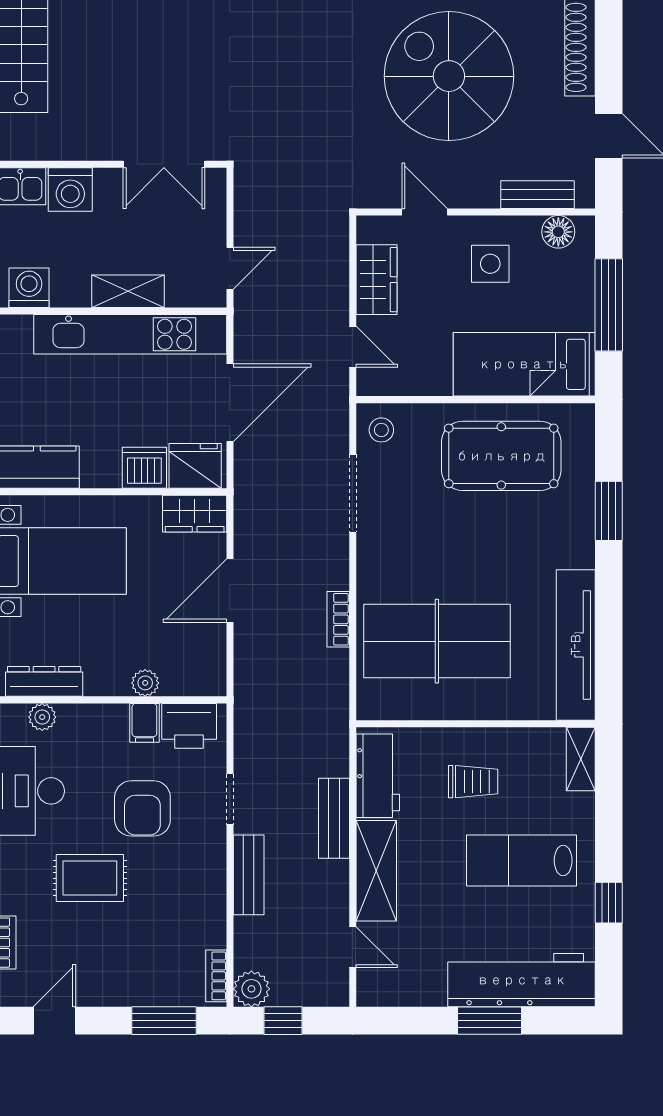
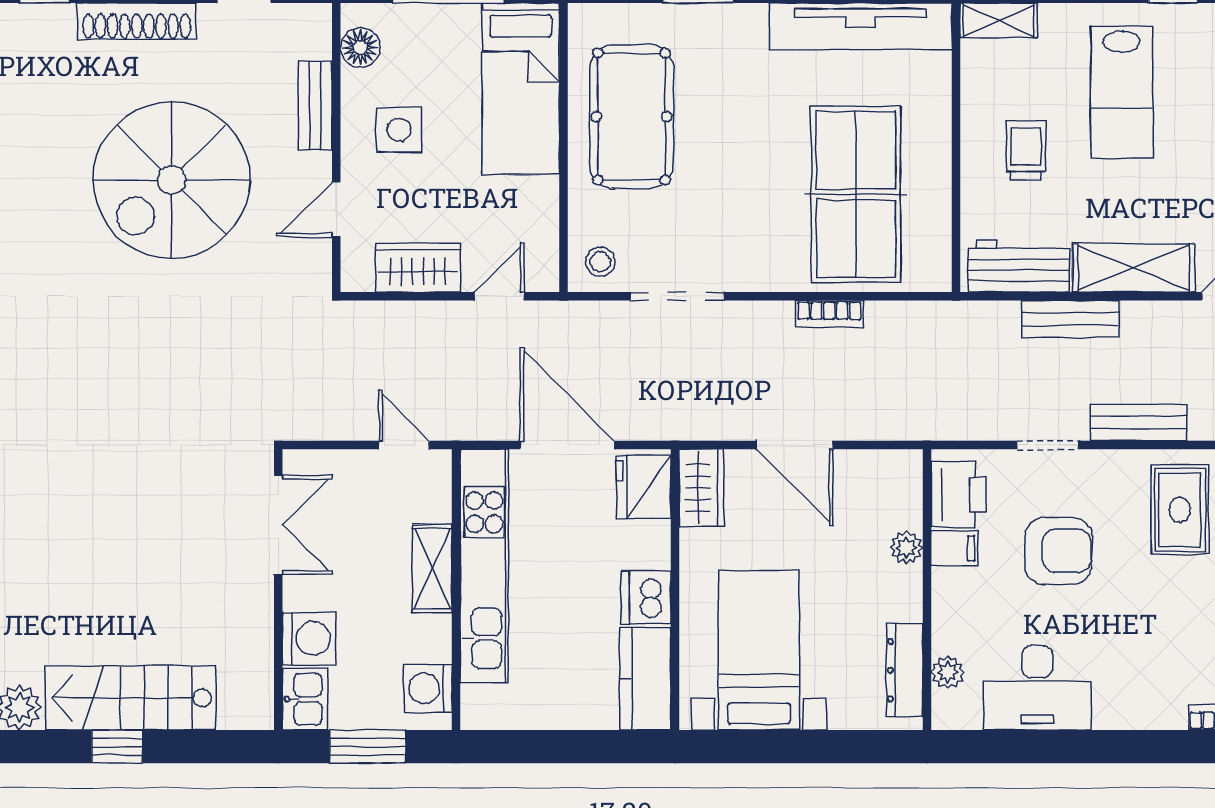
bench: (538, 195) -> (315, 106), moved
dishwasher: (144, 468) -> (646, 598), moved
rug: (90, 878) -> (1180, 510), moved

